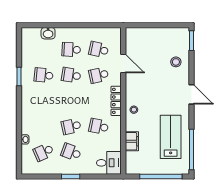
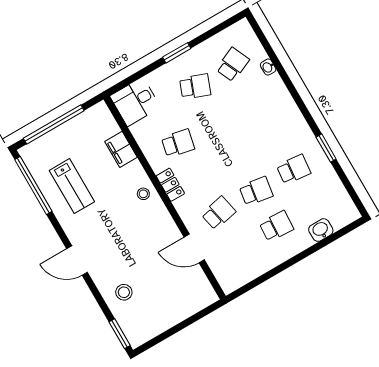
school desk: (99, 50) -> (239, 248), removed
locker: (116, 101) -> (170, 185), width x0.66
school desk: (71, 126) -> (215, 121), removed
lab bench: (171, 137) -> (72, 186), width x0.73, depth x0.72

